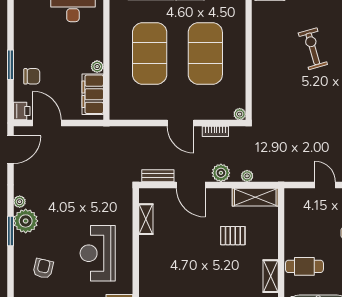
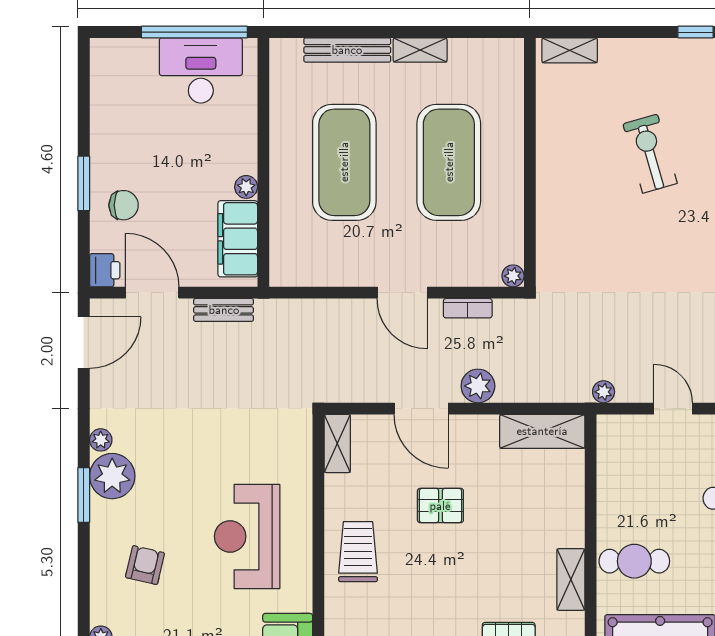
bench: (158, 176) -> (224, 310), moved
plant: (247, 176) -> (604, 392), moved
shelving: (146, 219) -> (337, 443), moved
pallet: (233, 236) -> (440, 506), moved
trolley: (157, 261) -> (358, 552), added

